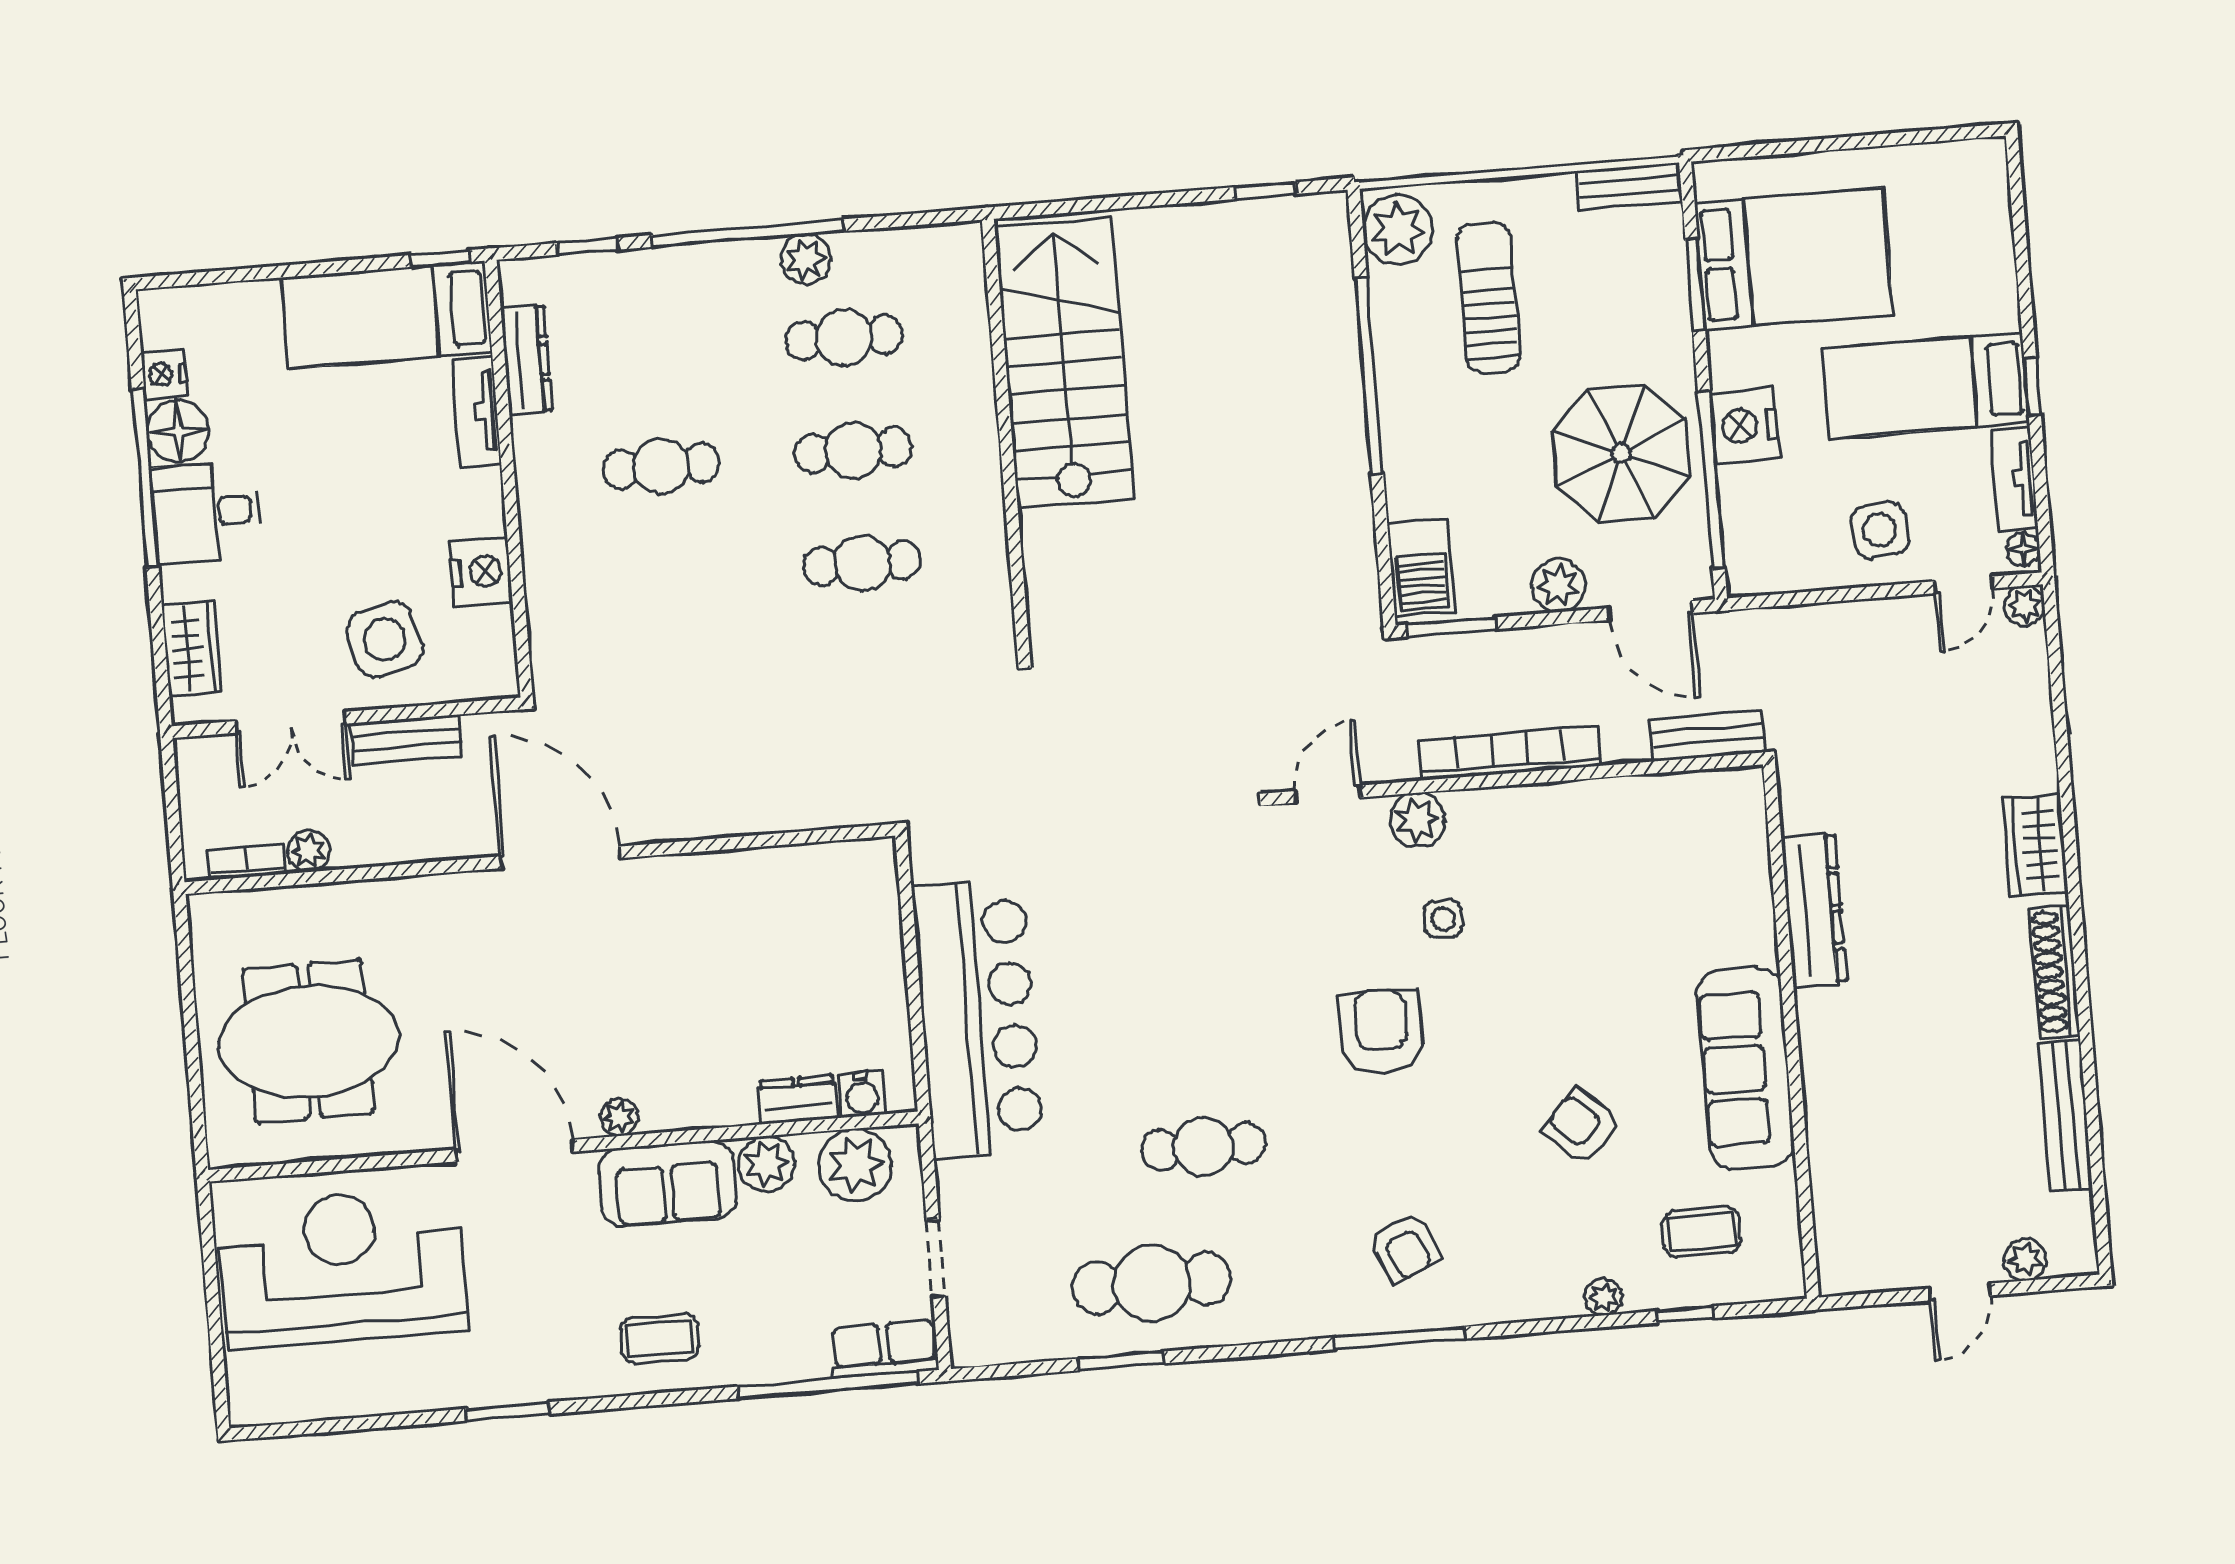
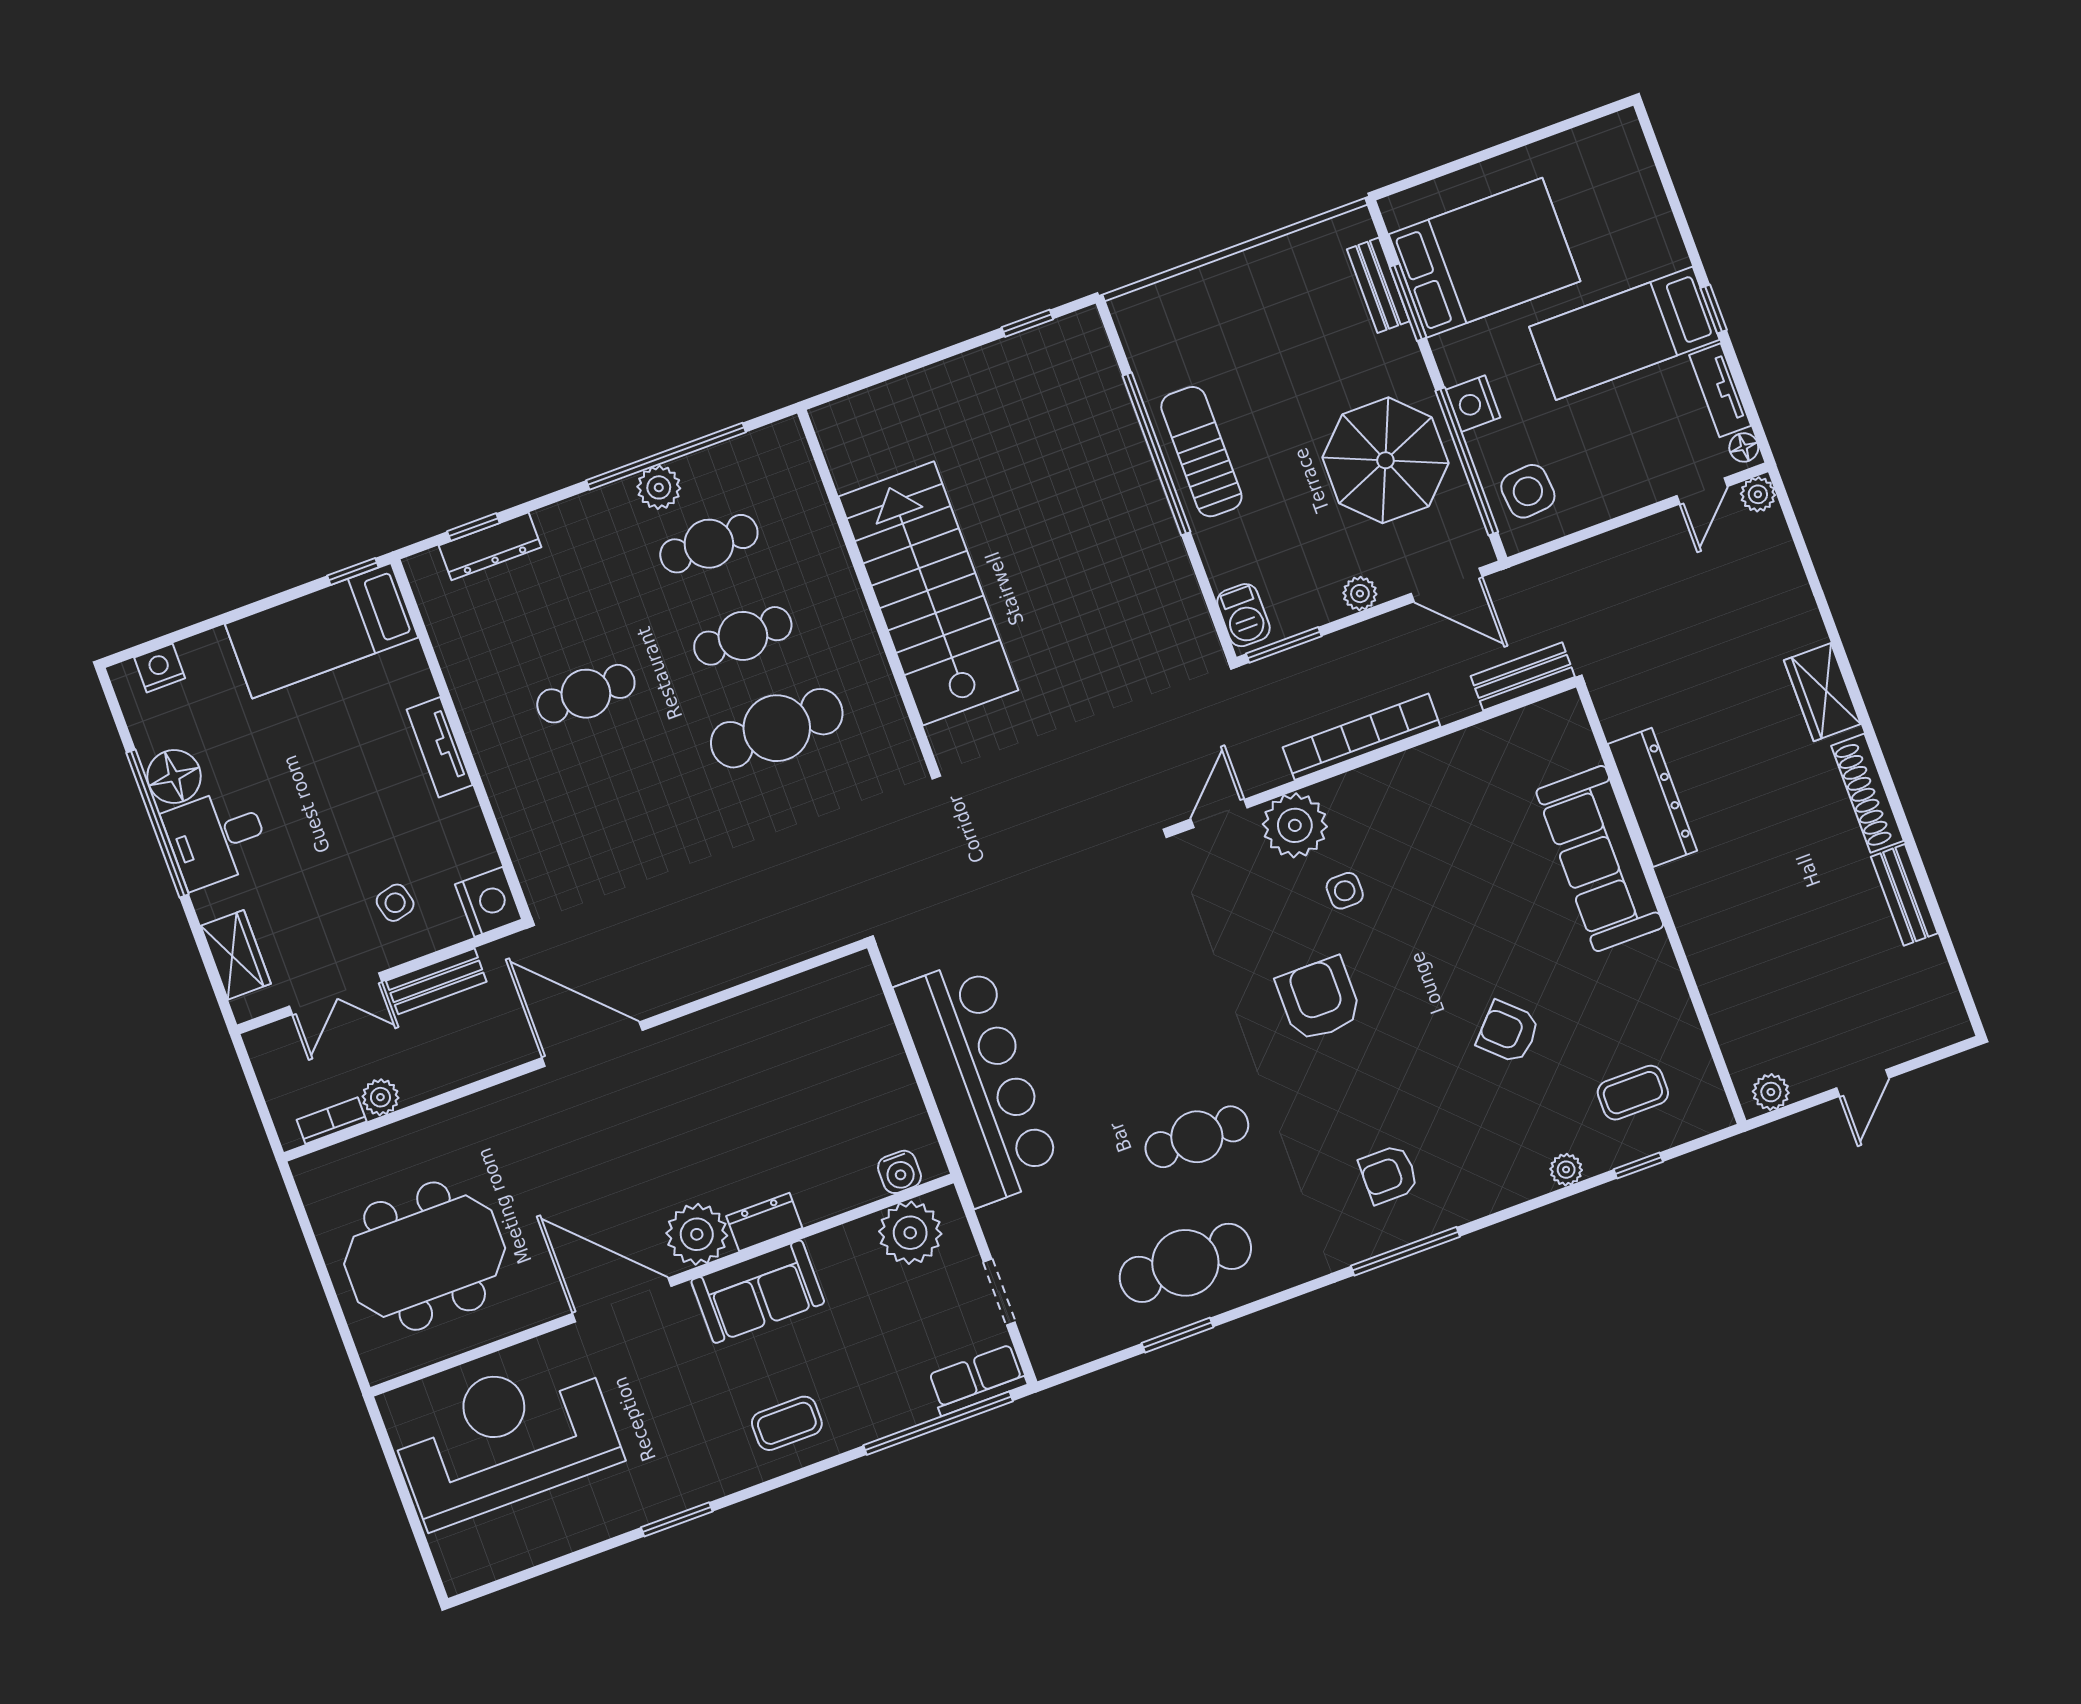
bench: (1629, 186) -> (1378, 285), moved, turned 90
plant: (1398, 229) -> (1147, 325), removed
window: (747, 233) -> (666, 456), moved
sun lounger: (1488, 297) -> (1201, 452), moved
dresser: (526, 360) -> (490, 546), moved, turned 90
stairs: (1064, 362) -> (928, 593), moved
nightstand: (164, 374) -> (160, 668), moved, turned 90
tv unit: (476, 412) -> (440, 747), moved
nightstand: (1745, 426) -> (1473, 404), width x0.74, depth x0.75
side table: (1880, 530) -> (1528, 491), moved
cafe table: (863, 563) -> (777, 728), width x1.37, depth x1.35
barbecue: (1421, 568) -> (1243, 615), width x0.73, depth x0.79
nightstand: (481, 572) -> (489, 902), moved
plant: (1559, 585) -> (1360, 594), width x0.73, depth x0.73
side table: (385, 640) -> (395, 903), width x0.54, depth x0.54
plant: (1417, 820) -> (1295, 825), width x1.36, depth x1.36
sofa: (1745, 1068) -> (1600, 859), moved
dresser: (798, 1100) -> (764, 1222), moved
bench: (2066, 1116) -> (1904, 895), width x0.73
plant: (619, 1117) -> (697, 1234), width x1.87, depth x1.87
plant: (766, 1164) -> (836, 1253), removed
armchair: (1405, 1247) -> (1389, 1174), turned 114
plant: (2025, 1260) -> (1771, 1092), moved

